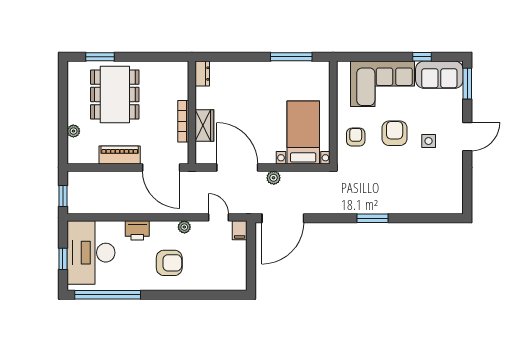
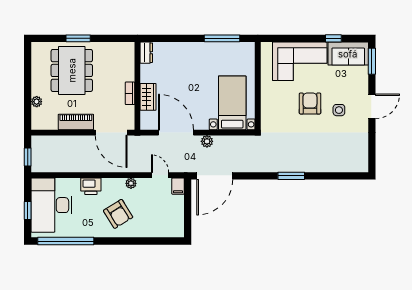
window: (100, 57) -> (78, 38), moved
bookcase: (183, 121) -> (130, 93), width x0.64
armchair: (356, 137) -> (277, 107), removed
armchair: (169, 263) -> (118, 214), turned 58

